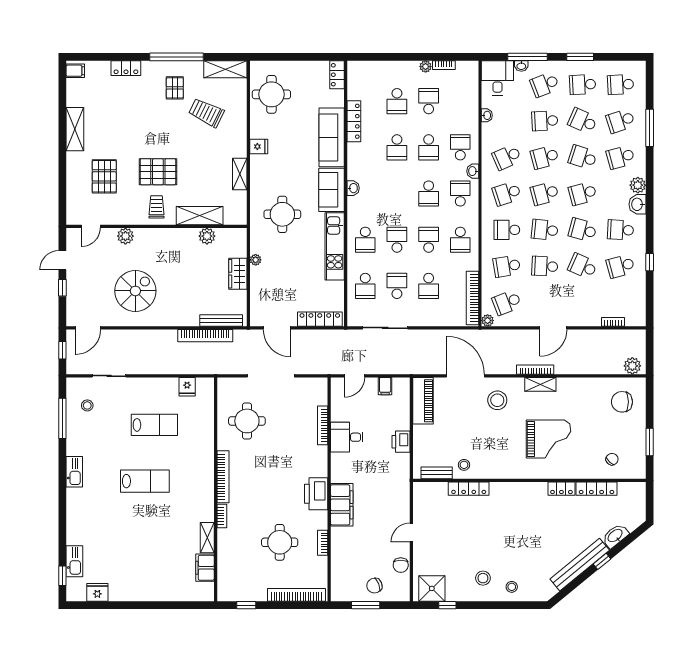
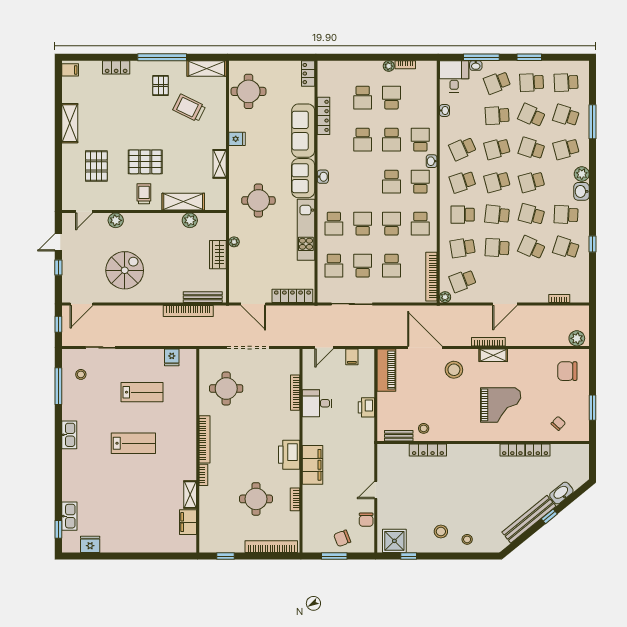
school desk: (621, 121) -> (566, 116), turned 36
school desk: (621, 266) -> (566, 248), turned 33
locker: (596, 489) -> (538, 450), width x0.66

